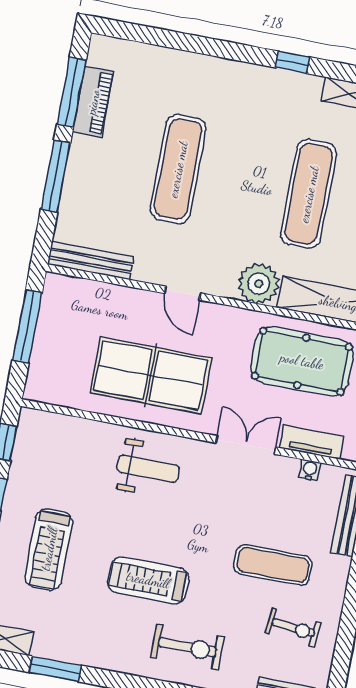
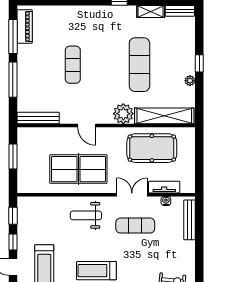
piano: (93, 102) -> (25, 26), moved
exercise mat: (178, 169) -> (73, 65), width x0.73, depth x0.69
window: (27, 326) -> (13, 156), width x0.69
weight bench: (148, 469) -> (86, 215), turned 180
exercise mat: (273, 565) -> (135, 226), moved

